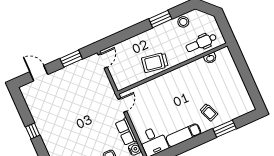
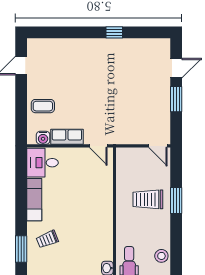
window: (160, 19) -> (176, 201), moved
window: (71, 59) -> (176, 99), moved
trolley: (155, 62) -> (148, 199), moved, turned -100

